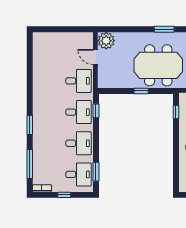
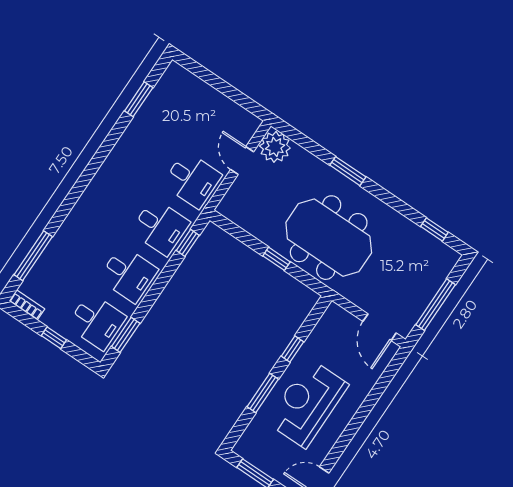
window: (164, 29) -> (348, 171), moved
window: (176, 112) -> (292, 349), moved
window: (30, 125) -> (139, 99), moved
window: (176, 156) -> (263, 393), added

